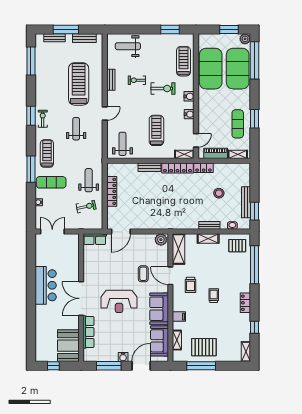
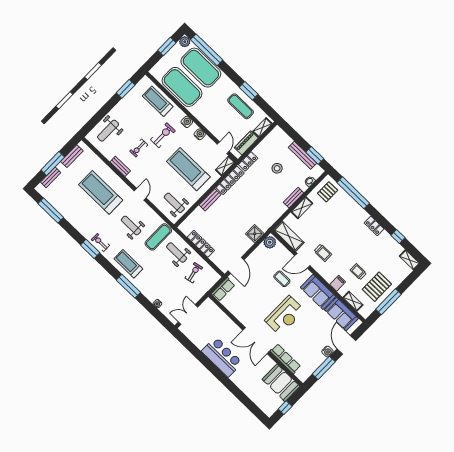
treadmill: (156, 130) -> (188, 169), width x1.37, depth x1.38
exercise mat: (51, 182) -> (158, 237), moved
shower: (156, 223) -> (255, 234), added
trolley: (214, 296) -> (358, 272), moved

